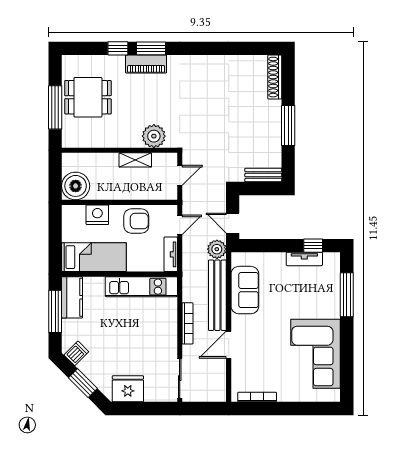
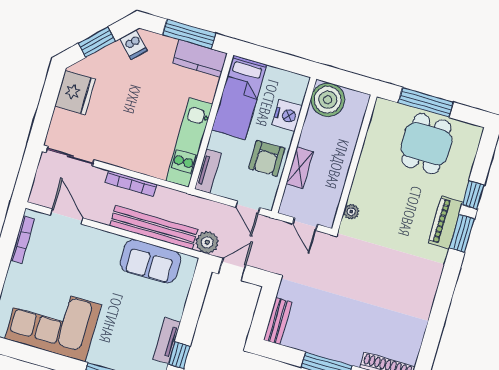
plant: (154, 136) -> (351, 212), width x0.53, depth x0.53
shelving: (135, 160) -> (300, 168), moved
tv unit: (171, 254) -> (208, 171), moved, turned 90
door: (229, 345) -> (67, 217), moved

